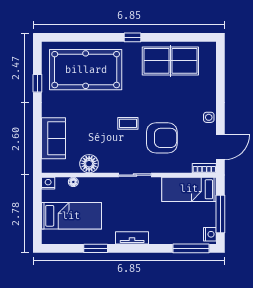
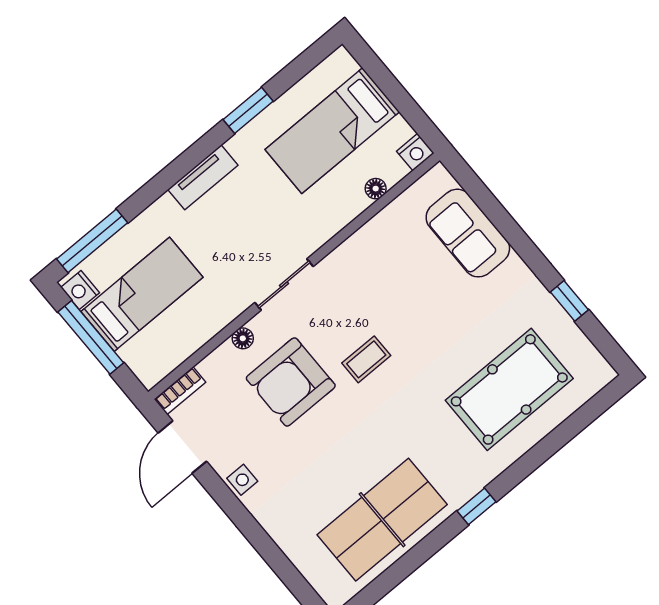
pool table: (86, 70) -> (509, 389), width x0.73, depth x0.76
floor lamp: (89, 164) -> (243, 338), moved, width x0.53, depth x0.53
bed: (189, 189) -> (142, 294), moved

